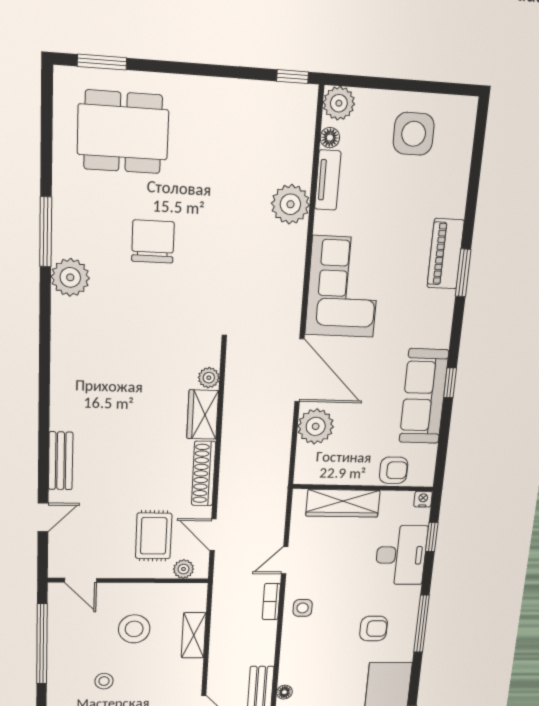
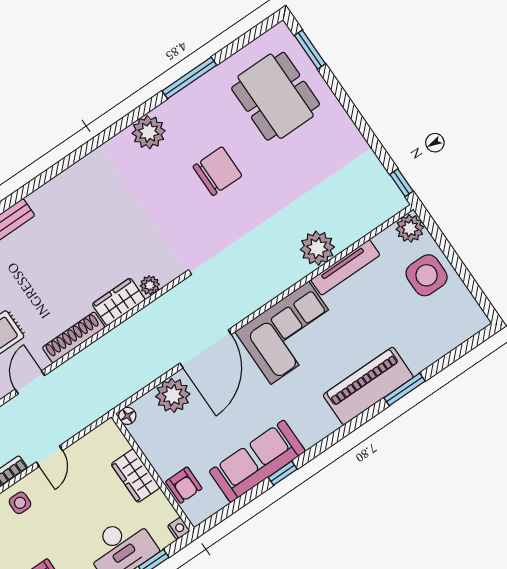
side table: (414, 134) -> (427, 275), moved
floor lamp: (330, 138) -> (127, 416), moved
tv unit: (328, 180) -> (345, 267), width x1.41
window: (46, 232) -> (189, 78), moved
piano: (446, 254) -> (368, 386), width x1.37, depth x1.33
window: (463, 273) -> (404, 389), moved
wardrobe: (343, 503) -> (135, 476), width x0.67
door: (285, 560) -> (49, 456), swing flipped

